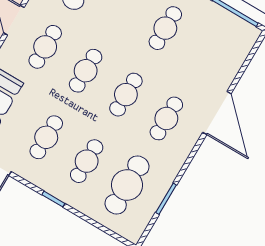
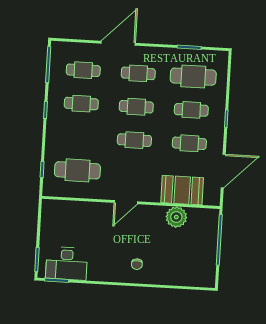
cafe table: (45, 47) -> (83, 70), moved

